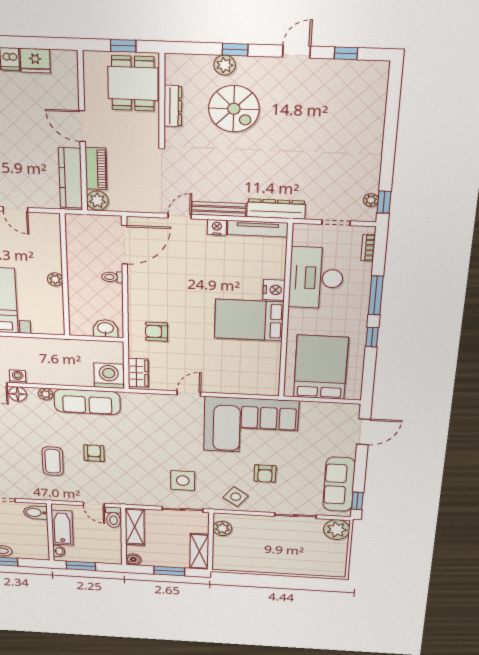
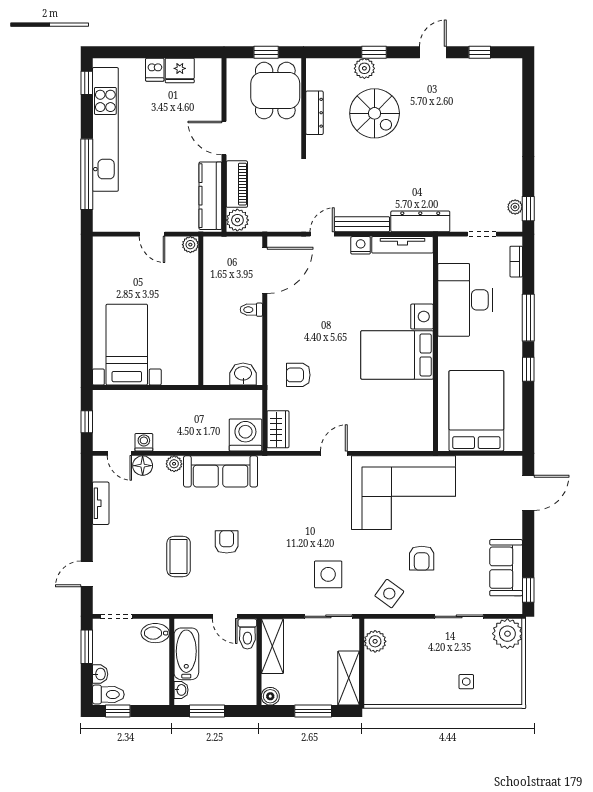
plant: (55, 279) -> (190, 245), moved
sofa: (339, 484) -> (506, 568), width x0.73
side table: (299, 559) -> (466, 682), added

